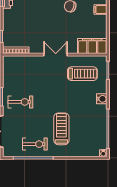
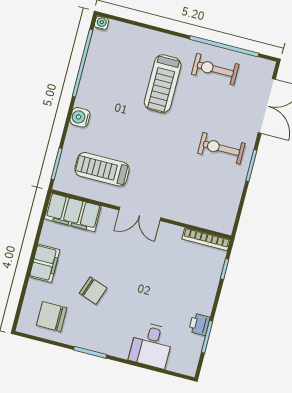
filing cabinet: (100, 10) -> (45, 263), width x2.00

